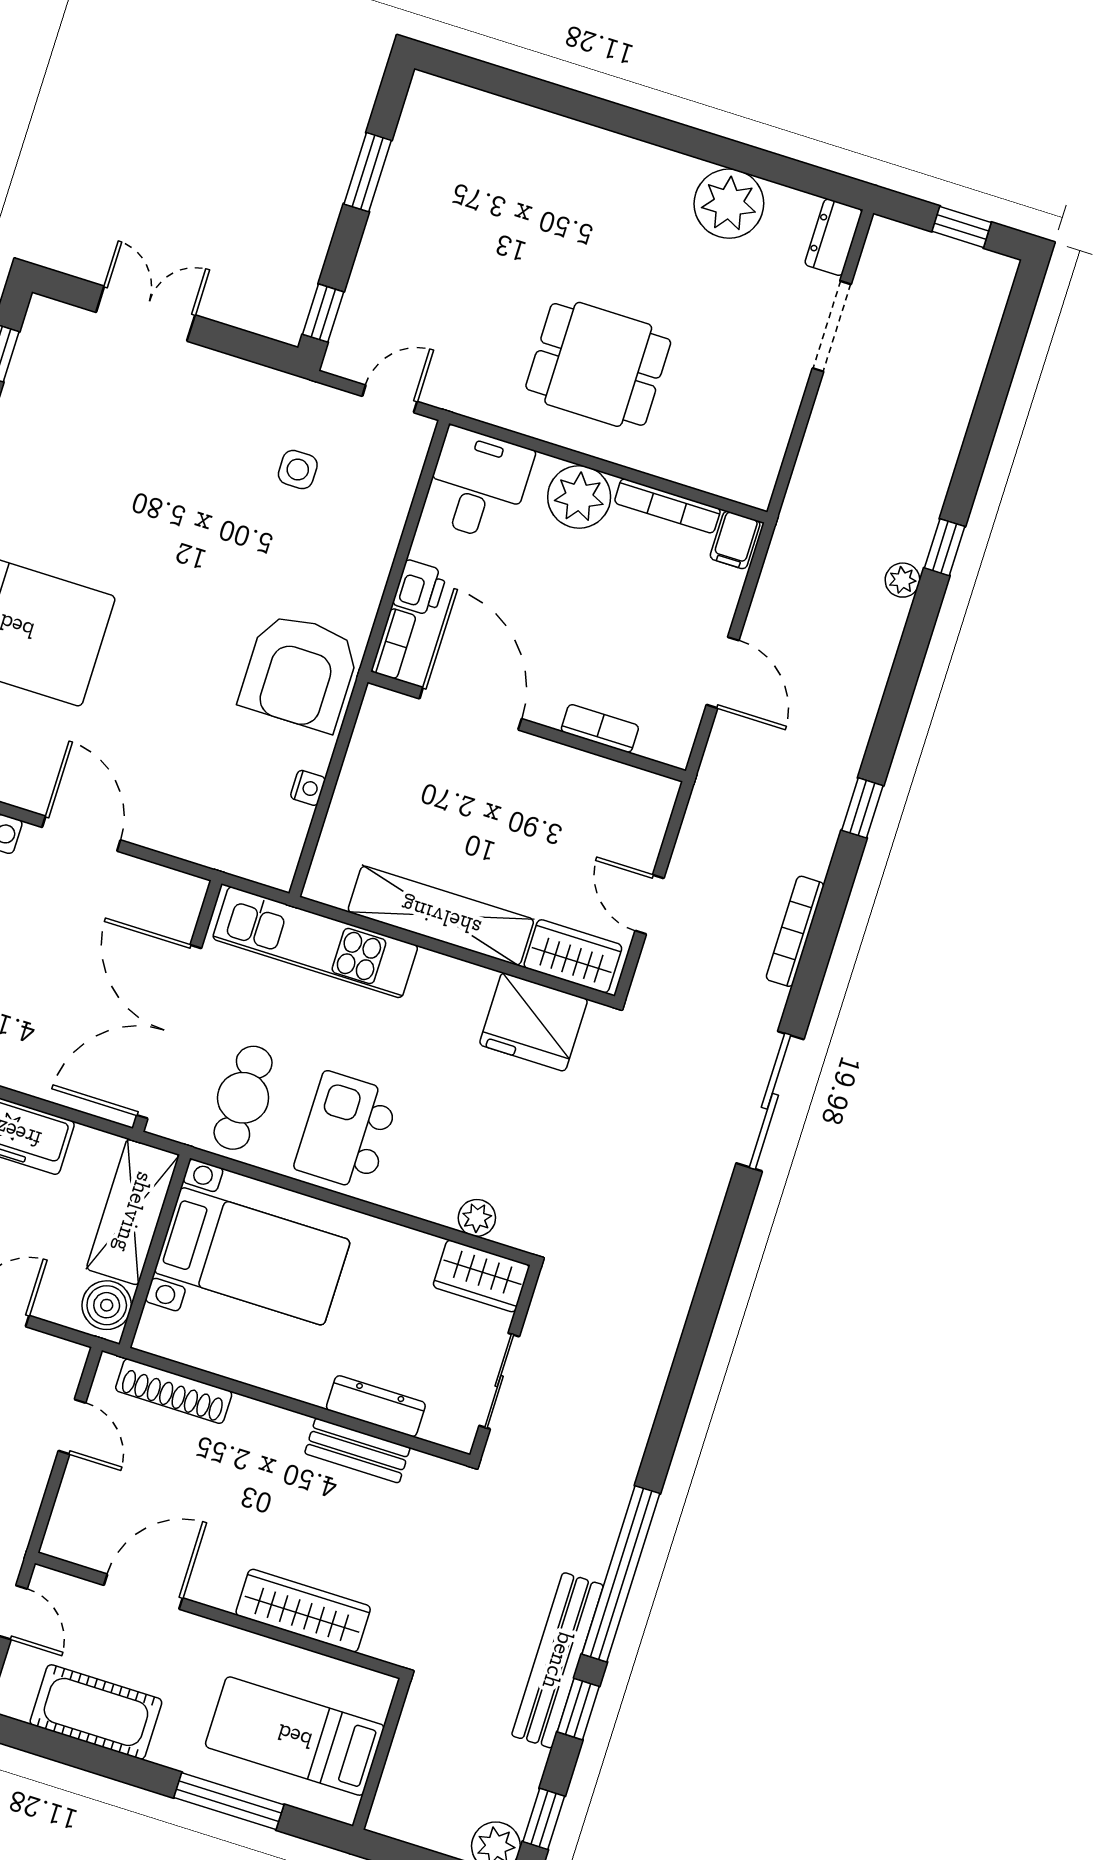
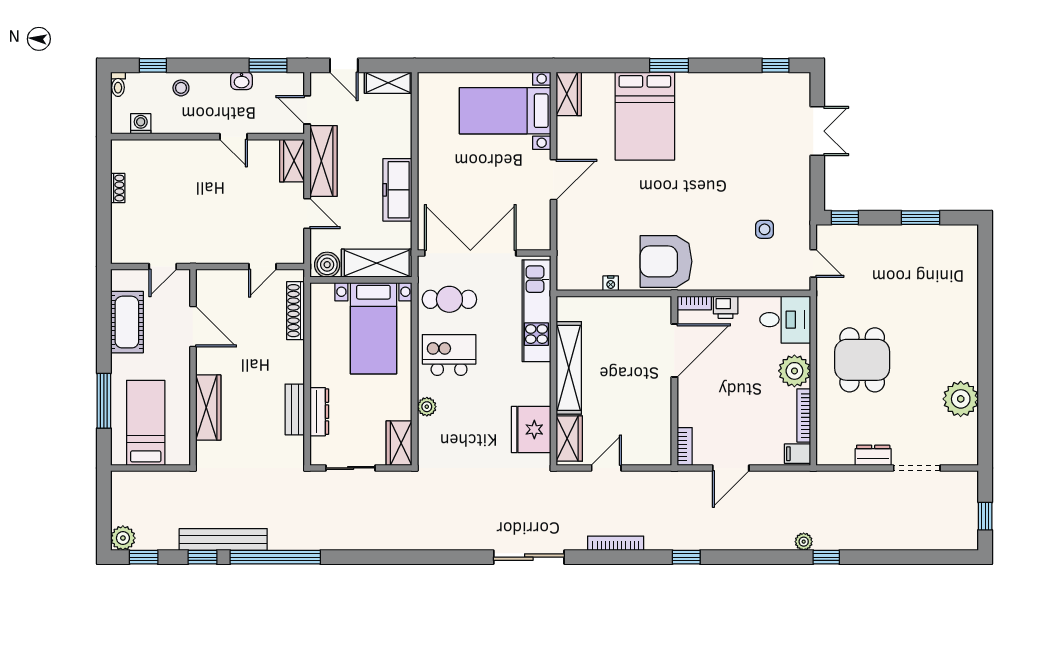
dresser: (834, 237) -> (873, 455), moved
bookcase: (600, 728) -> (685, 446), moved
plant: (477, 1218) -> (427, 407), moved

